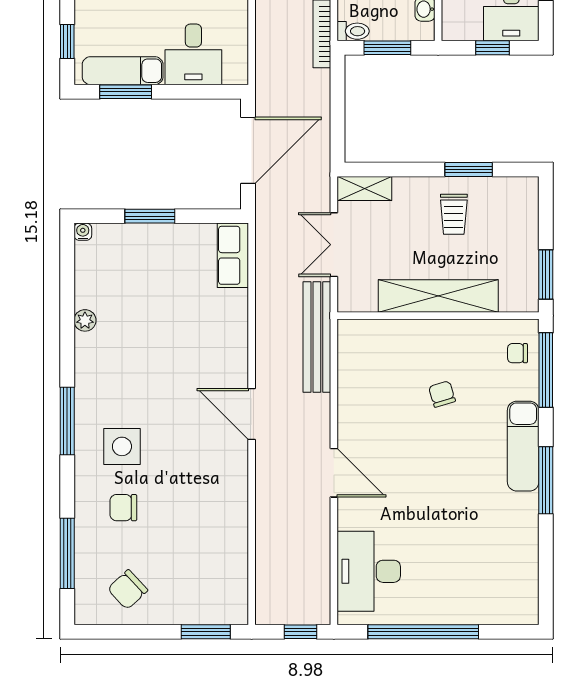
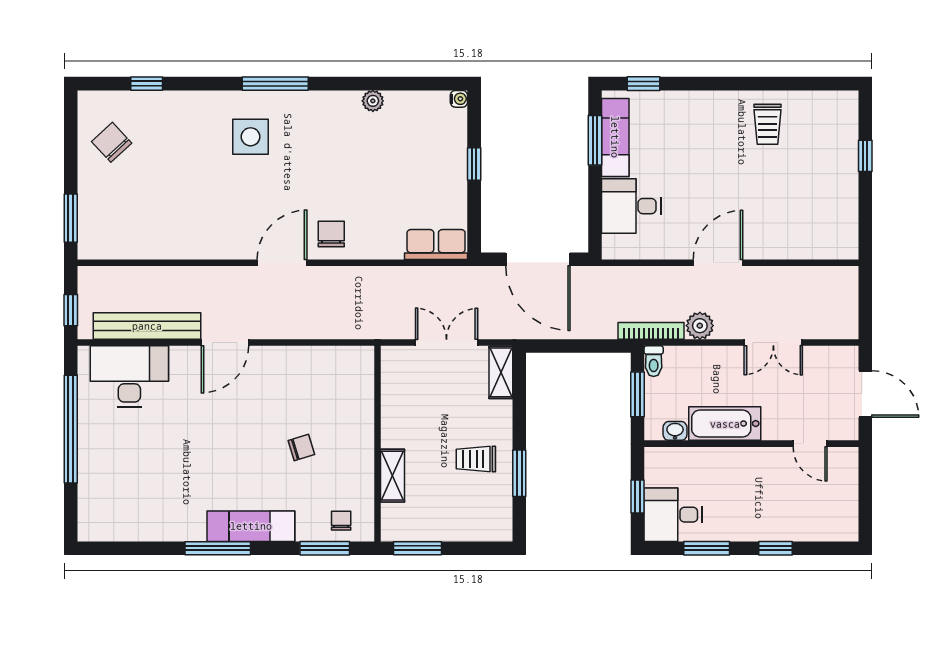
window: (150, 216) -> (474, 164), width x0.67
shelving: (438, 296) -> (393, 476), width x0.45, depth x0.75
bench: (317, 337) -> (147, 326), moved
window: (546, 370) -> (325, 548), width x0.69
chair: (123, 508) -> (331, 234), moved
window: (67, 553) -> (147, 84), width x0.46

